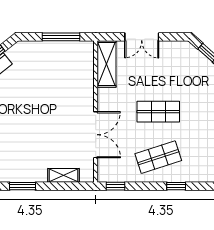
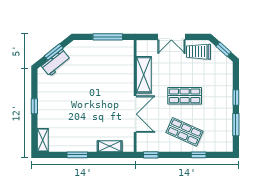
trolley: (176, 56) -> (198, 52), added
shelving: (107, 64) -> (144, 75), moved
shop shelf: (158, 157) -> (185, 132), turned 42

